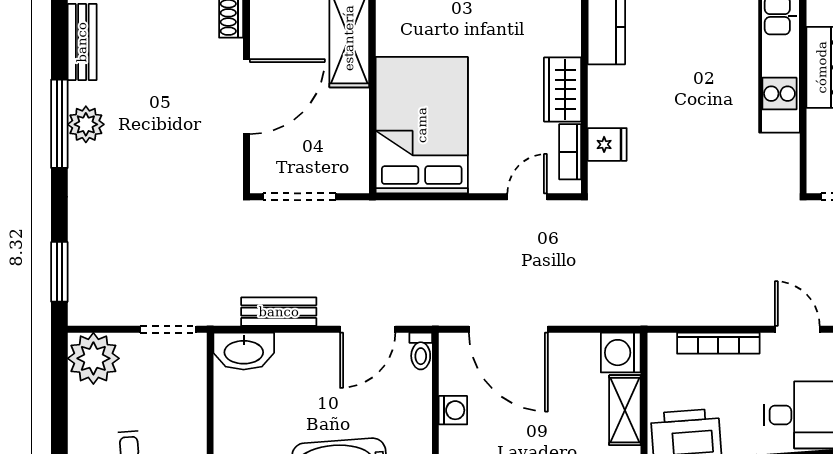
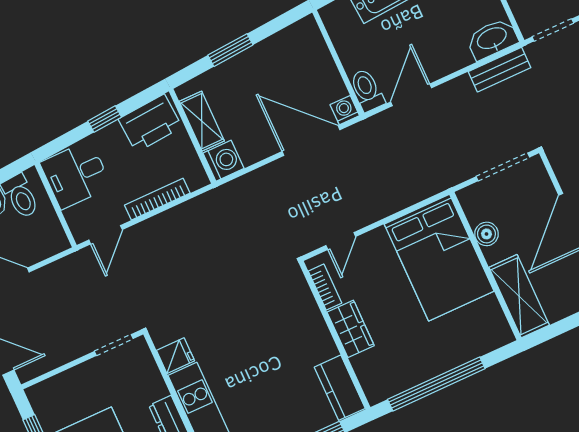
boiler: (354, 127) -> (486, 234), added
fridge: (607, 144) -> (176, 356), moved, turned 180
bench: (279, 312) -> (499, 70), moved
door: (797, 329) -> (106, 235), hinge flipped
toilet: (421, 351) -> (367, 90), width x1.37, depth x1.39
washing machine: (453, 410) -> (345, 110), moved, turned 90

